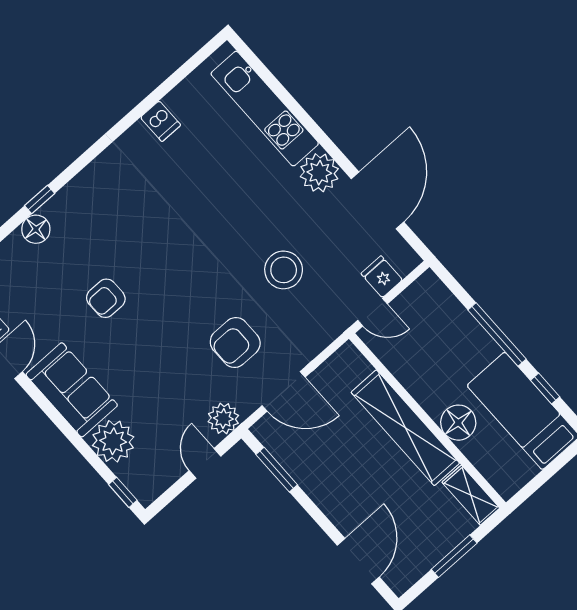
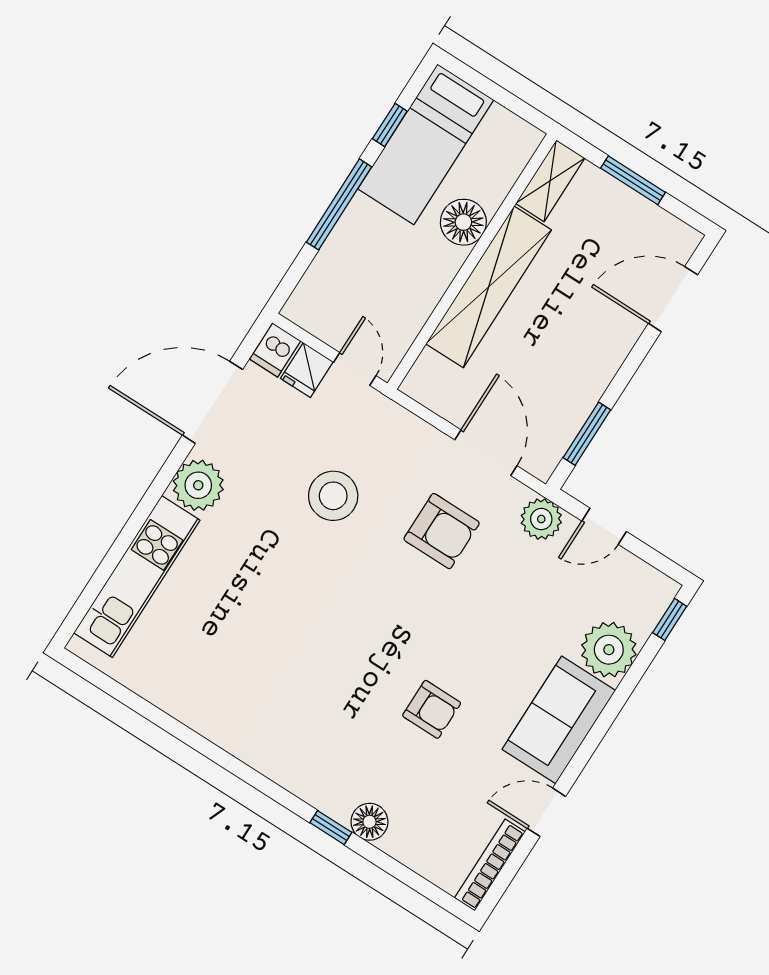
dishwasher: (161, 121) -> (275, 350), moved, turned 180

